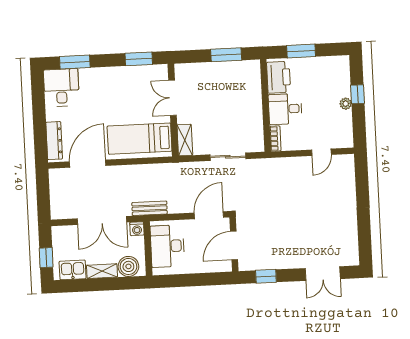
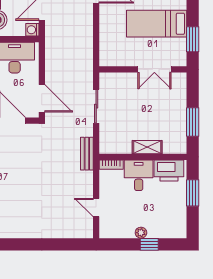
double door: (172, 98) -> (154, 69), swing flipped
bed: (140, 139) -> (157, 24), moved, turned -90
shelving: (185, 140) -> (147, 147), moved
sliding door: (228, 157) -> (96, 106), moved
bench: (150, 208) -> (87, 154), moved

